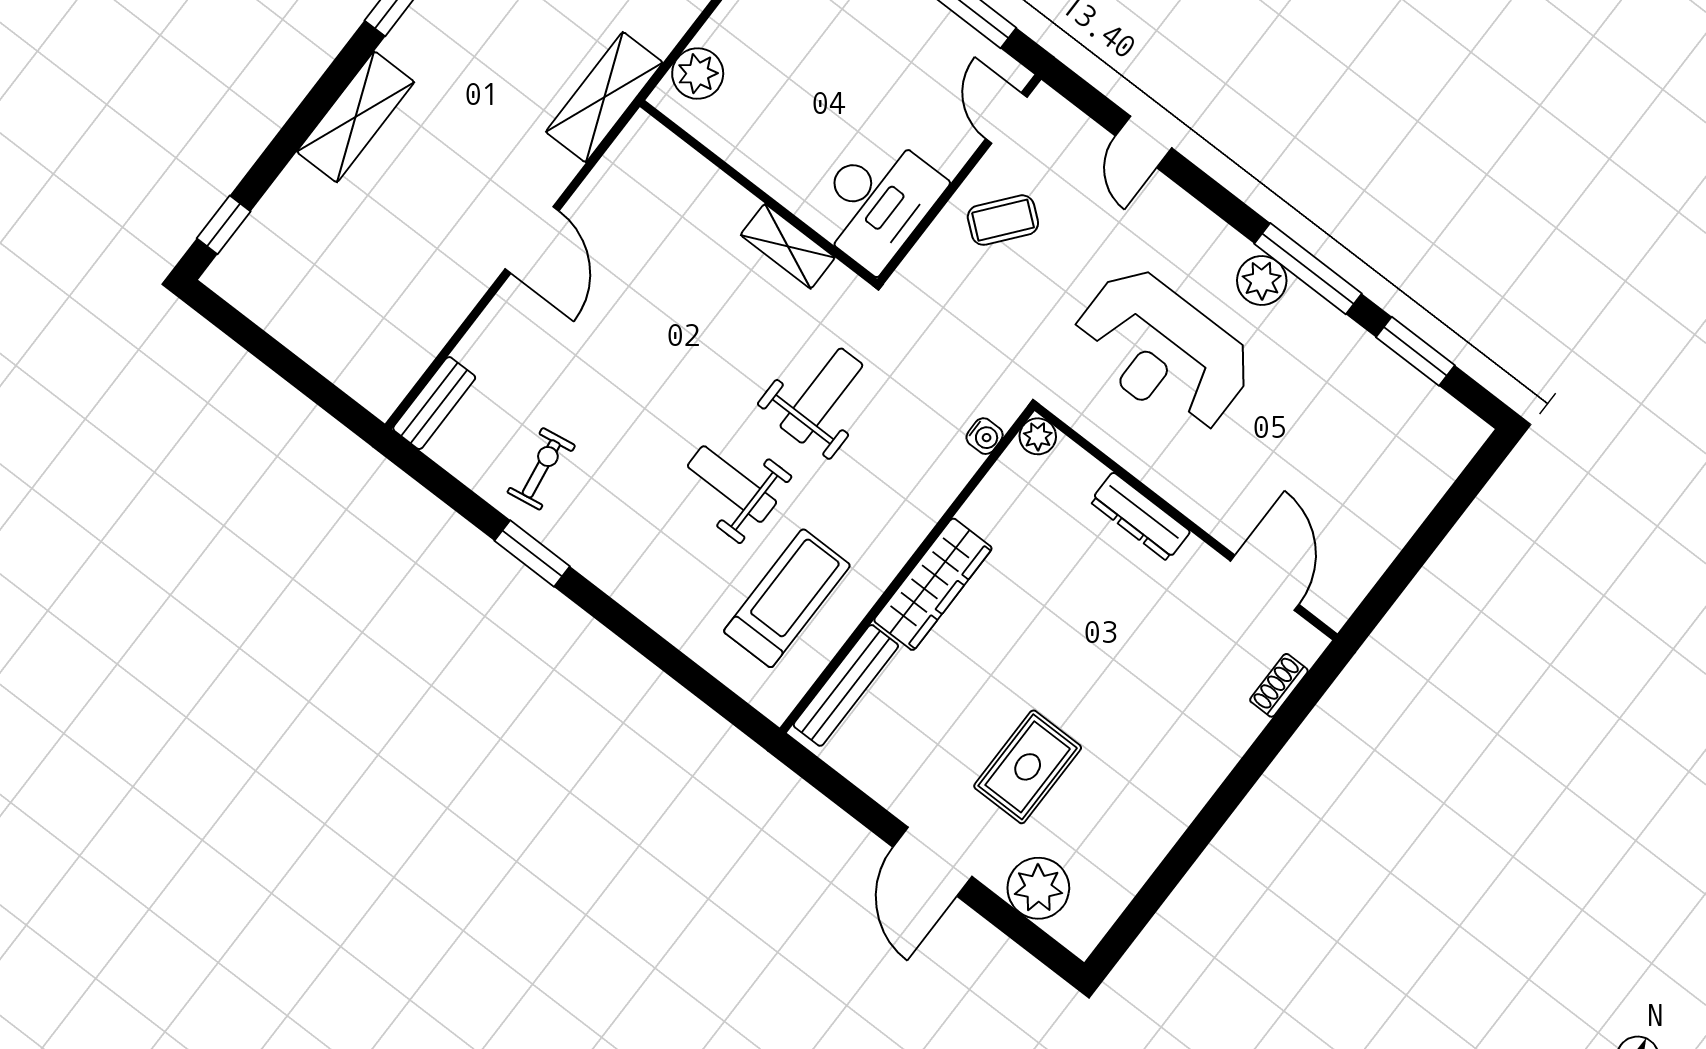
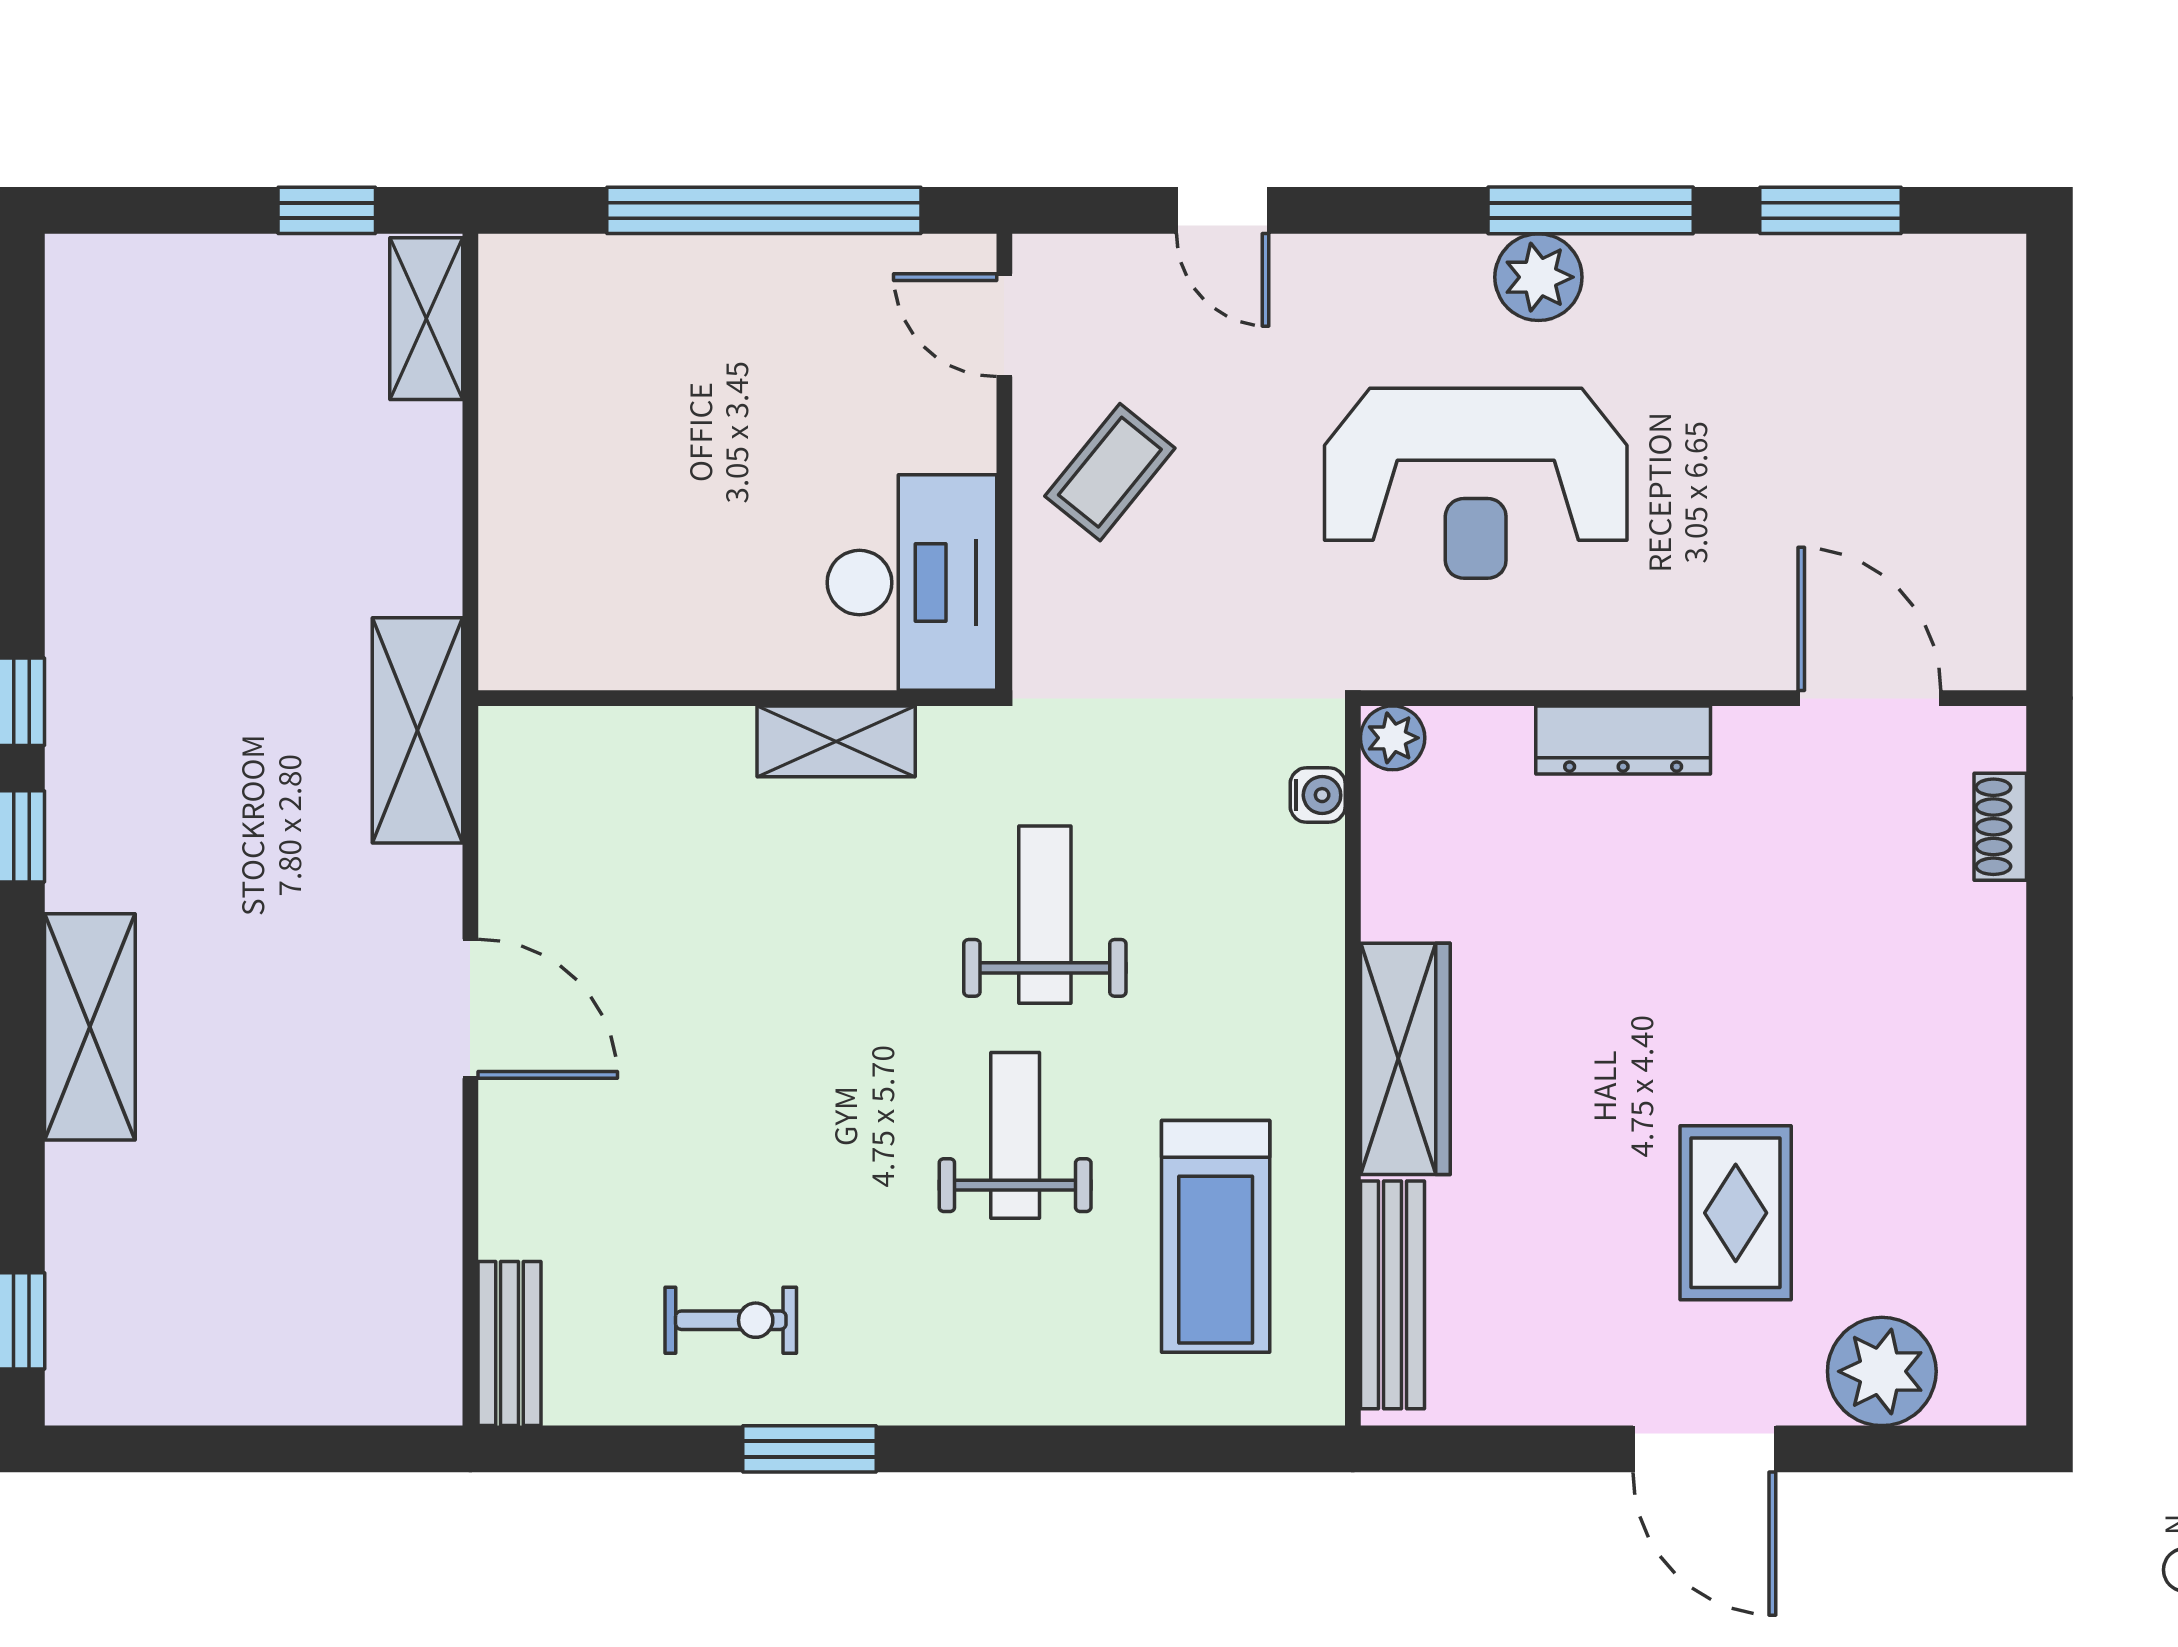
plant: (698, 74) -> (523, 596), removed
exercise bike: (541, 469) -> (731, 1320), turned 99
weight bench: (732, 484) -> (1015, 1135), turned 90
treadmill: (787, 598) -> (1216, 1236), turned 180

